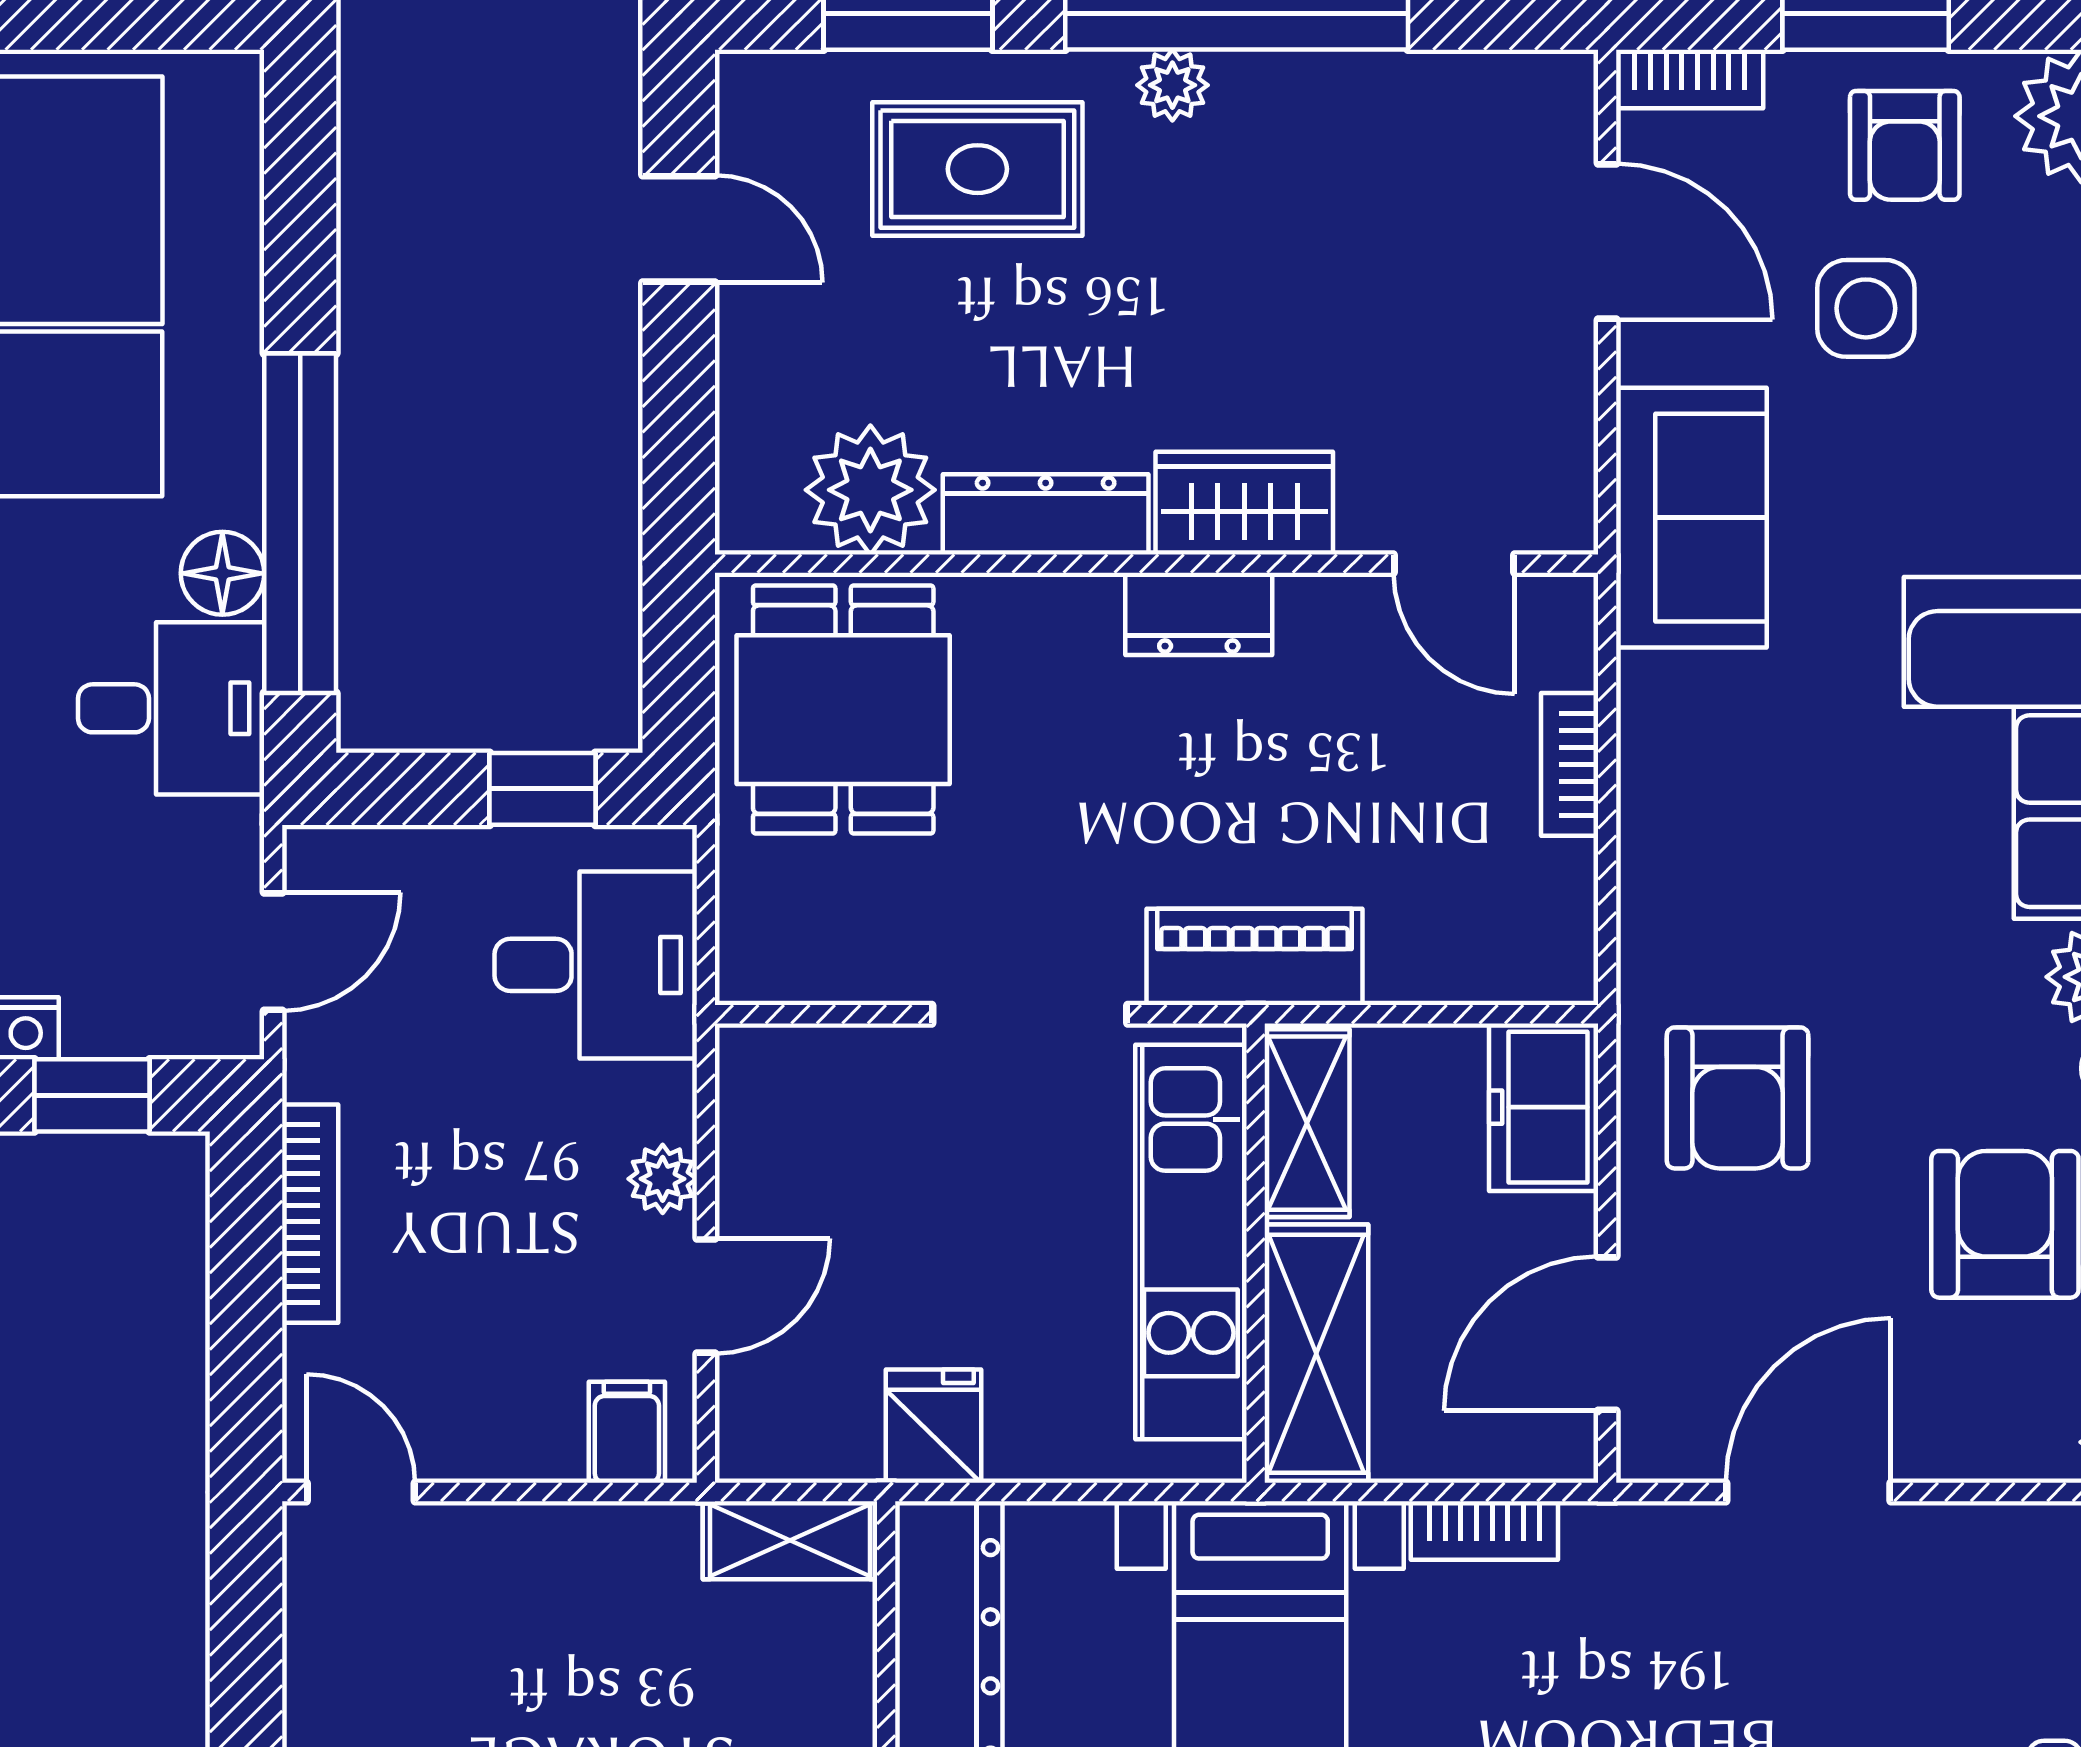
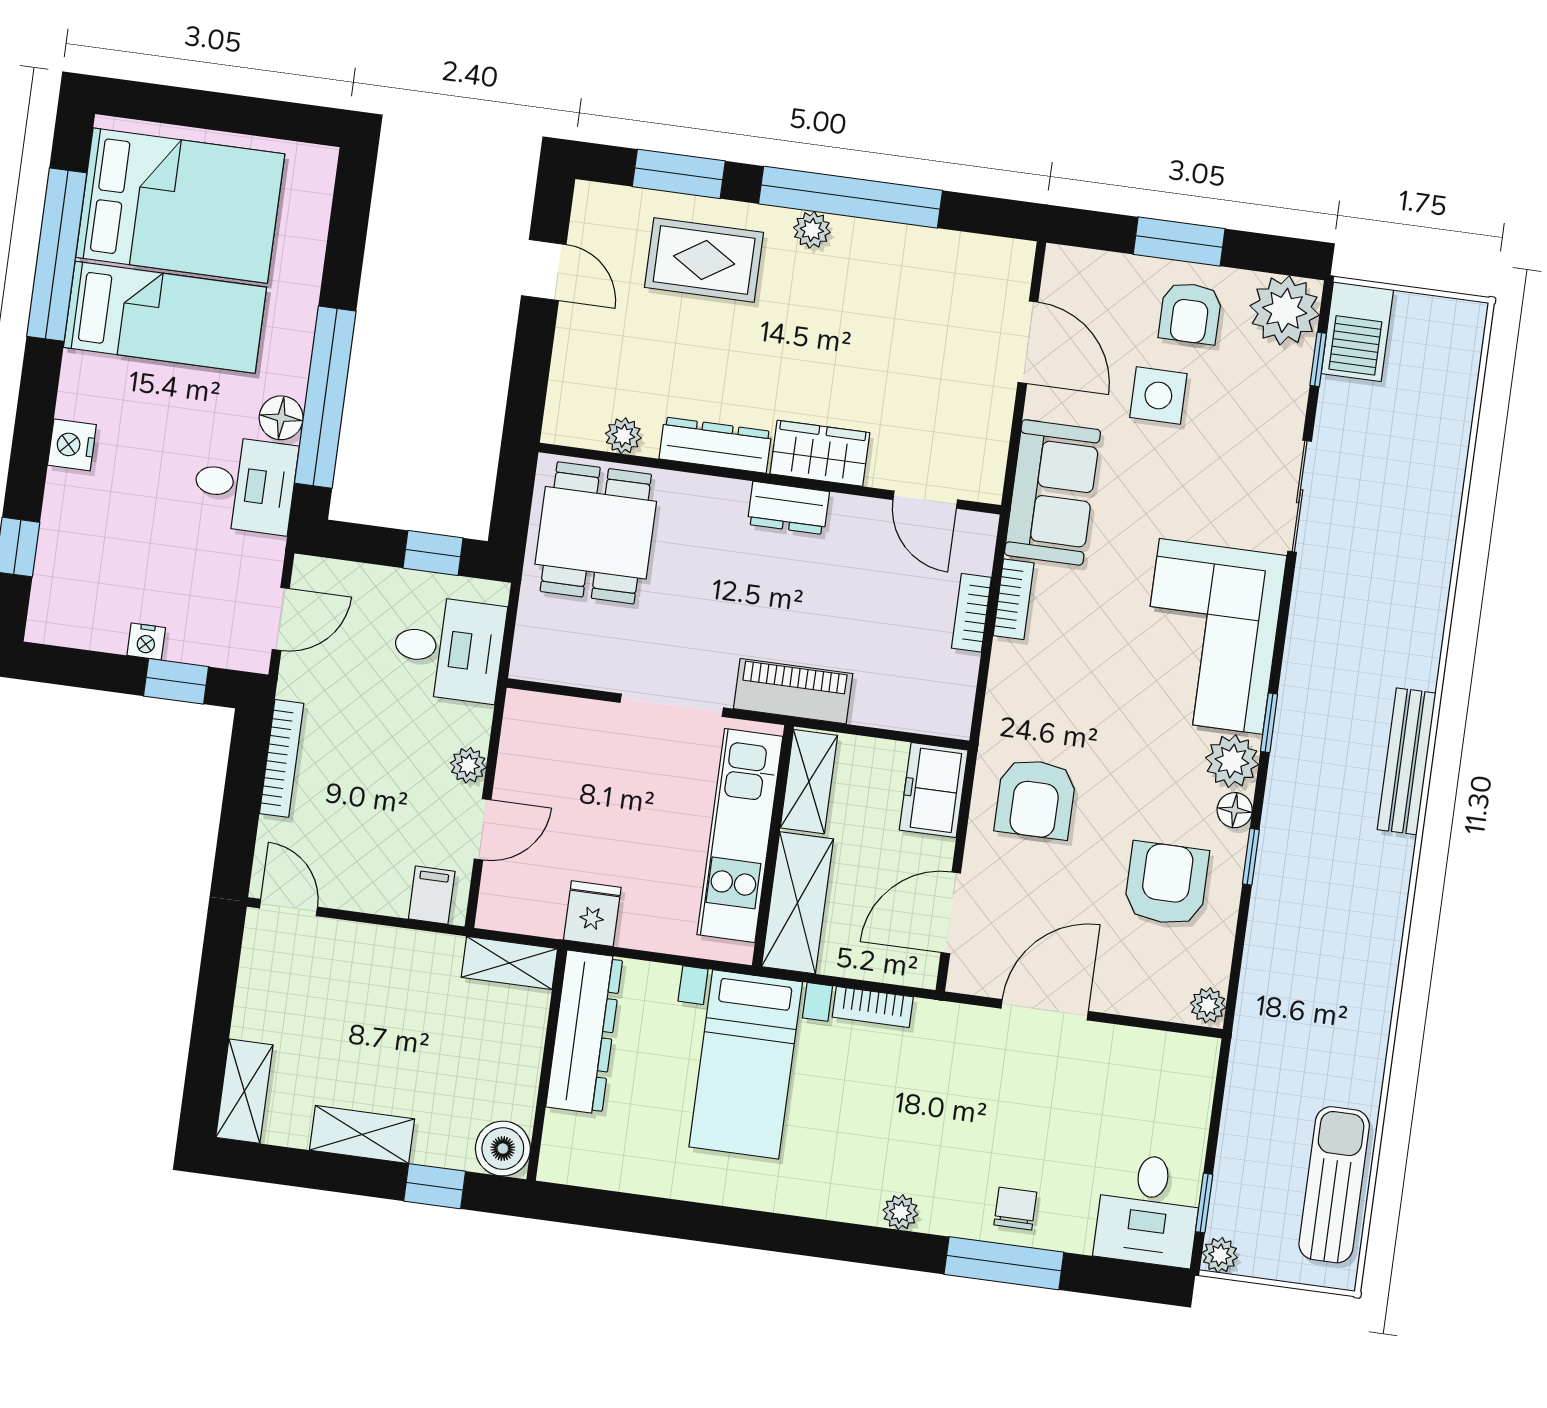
bookcase: (1690, 79) -> (1014, 599), moved, turned -90
plant: (870, 490) -> (623, 436), width x0.53, depth x0.53

